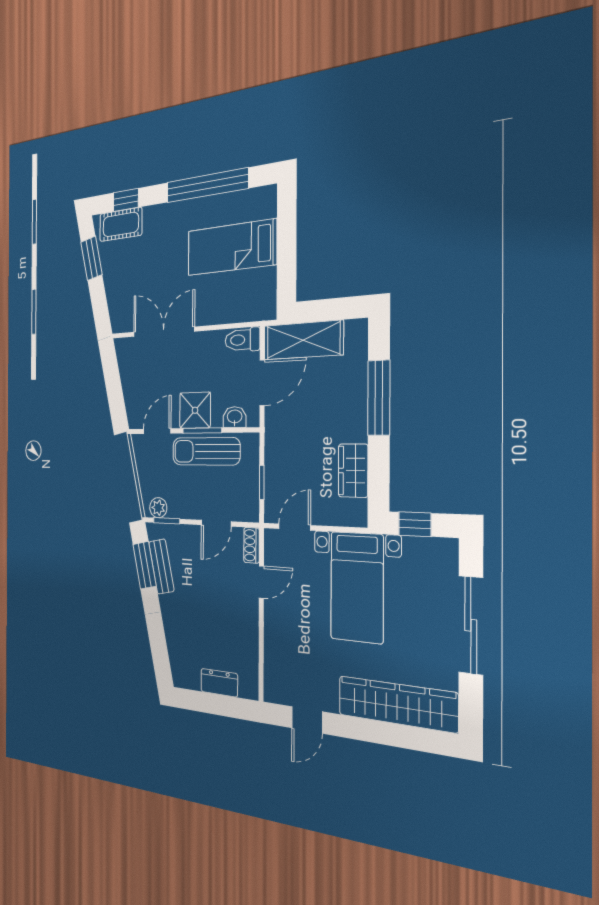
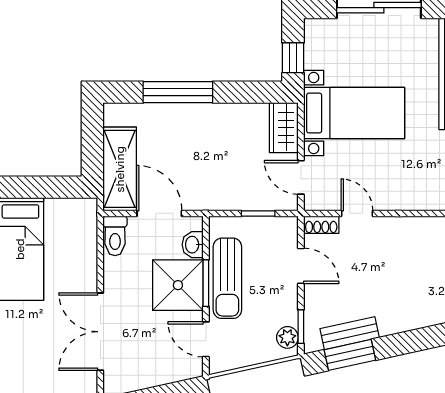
shower: (195, 410) -> (178, 285), width x1.36, depth x1.36
wardrobe: (353, 471) -> (284, 128), moved, turned 90

